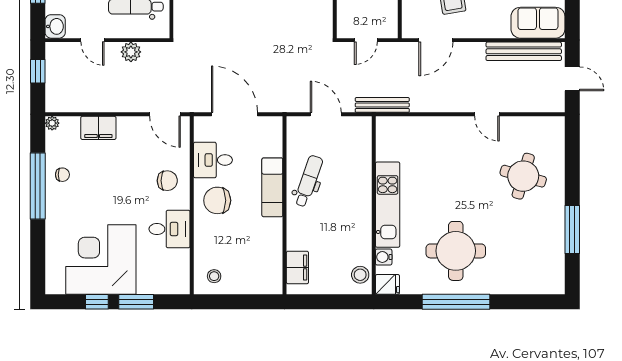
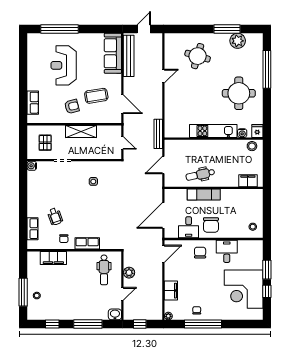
sofa: (538, 23) -> (113, 53), width x1.36
dental chair: (308, 181) -> (200, 175), turned -31
plant: (551, 249) -> (238, 41), added
window: (456, 302) -> (267, 69), moved

